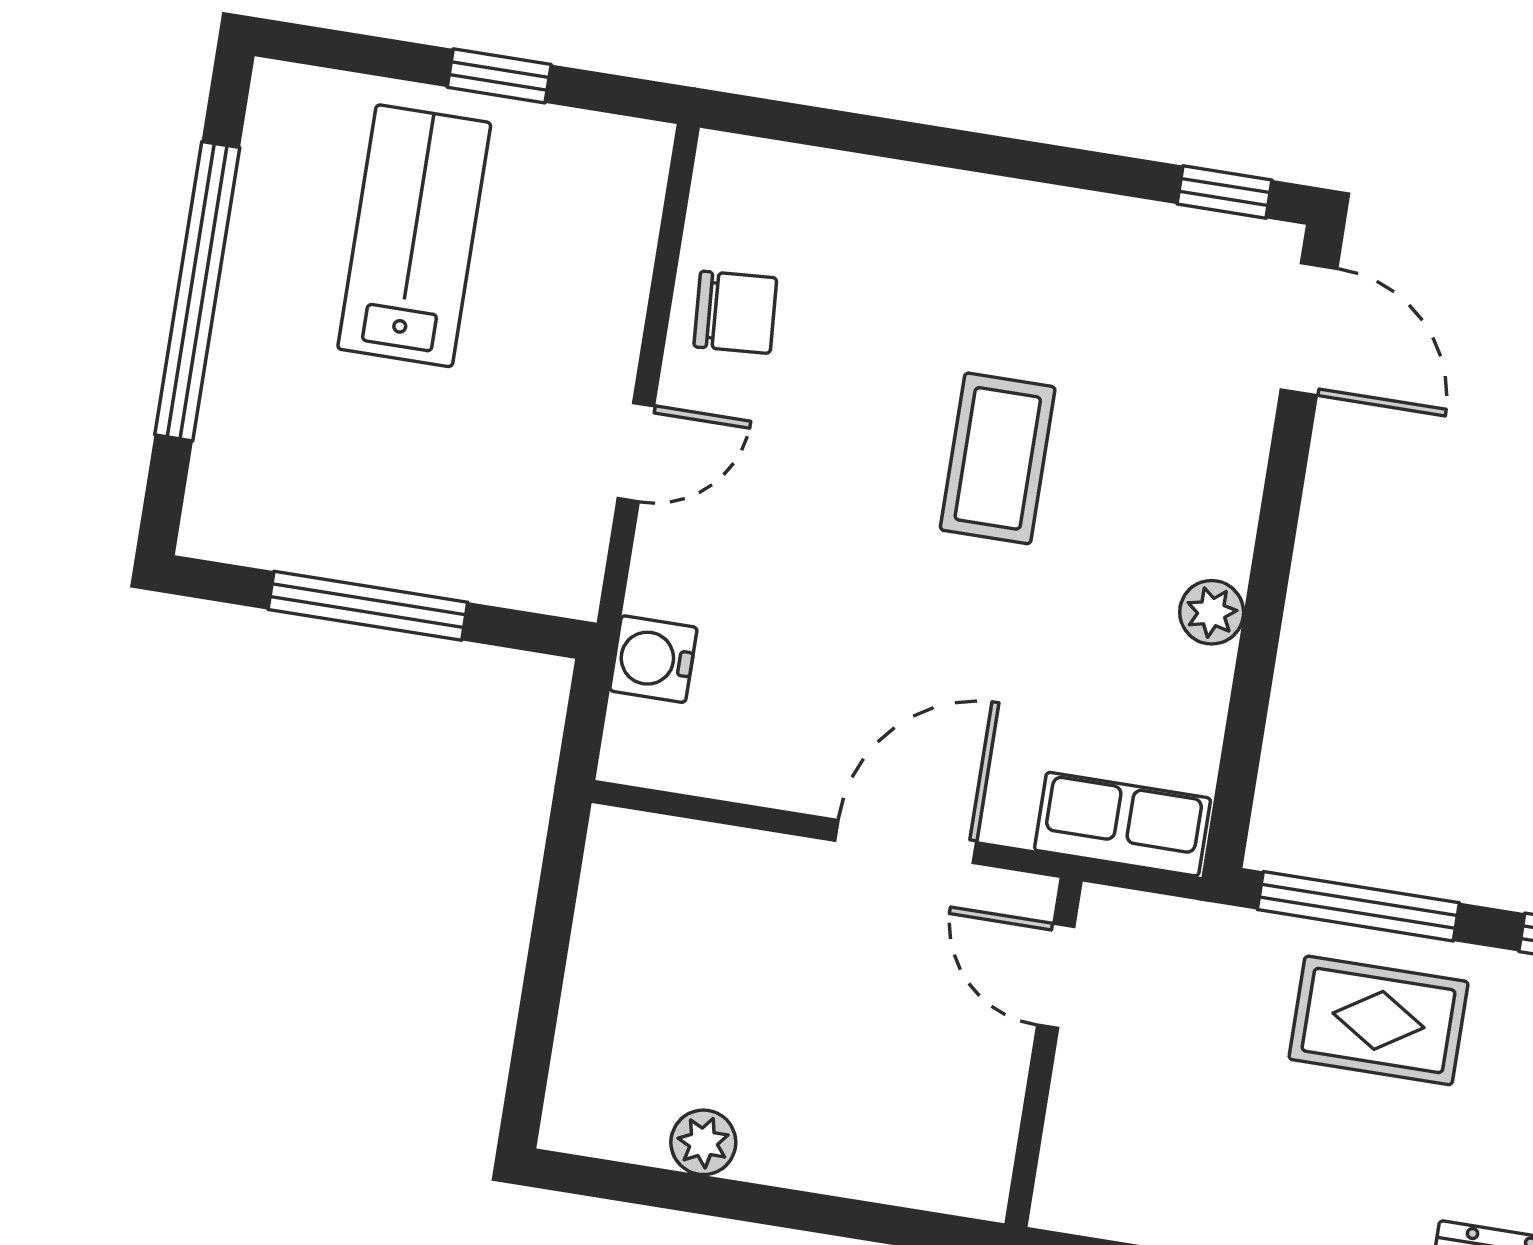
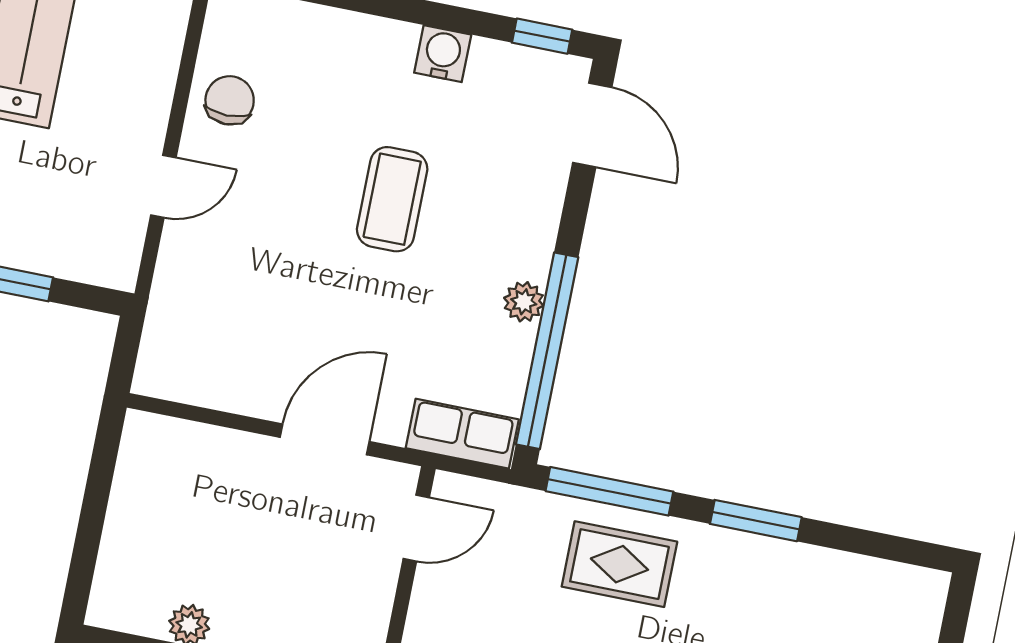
chair: (735, 312) -> (230, 100), turned -86
water cooler: (653, 659) -> (443, 54), moved, turned 90
window: (1251, 688) -> (547, 351), added
door: (1056, 976) -> (416, 528), swing flipped

